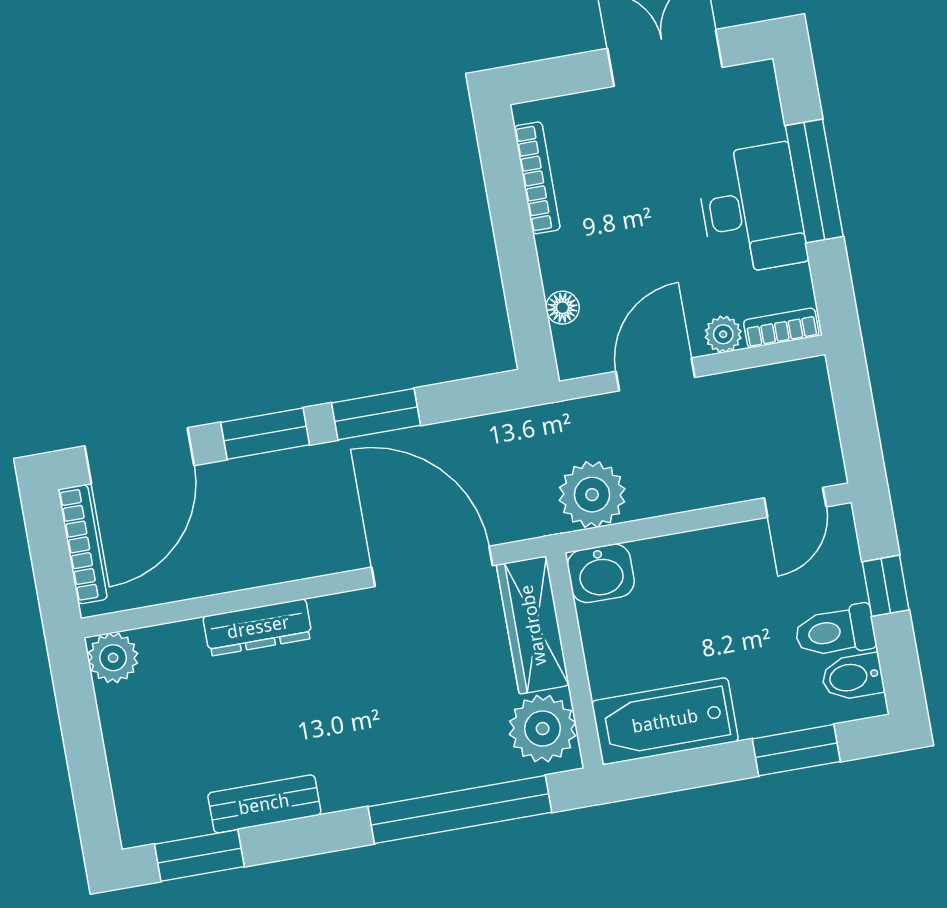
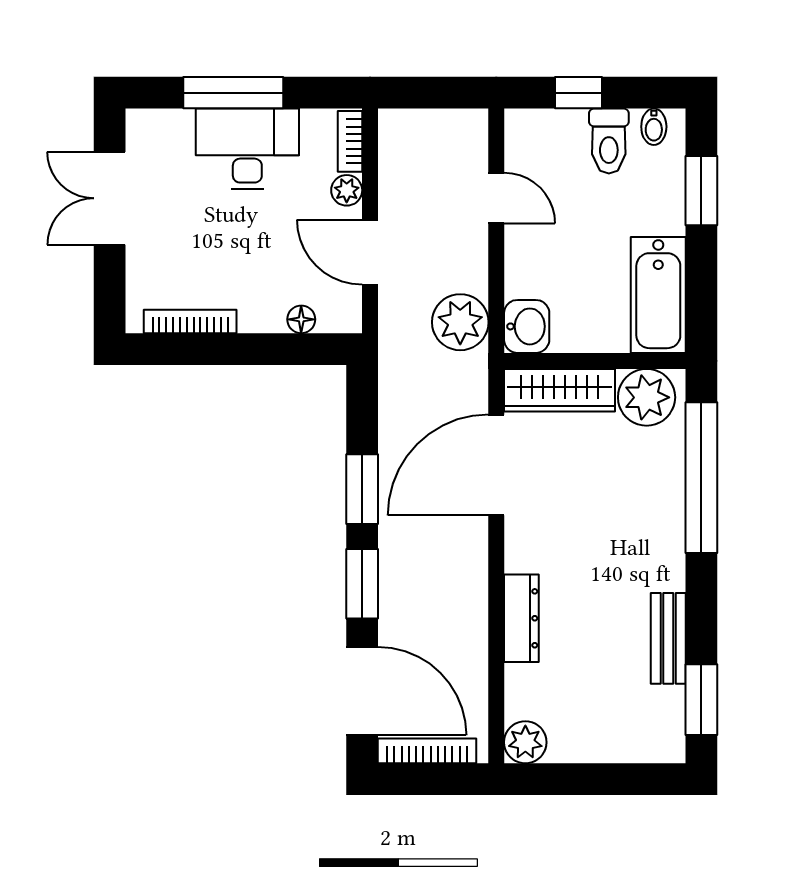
door: (795, 502) -> (496, 198), moved
bidet: (852, 677) -> (654, 127), width x0.72, depth x0.74

